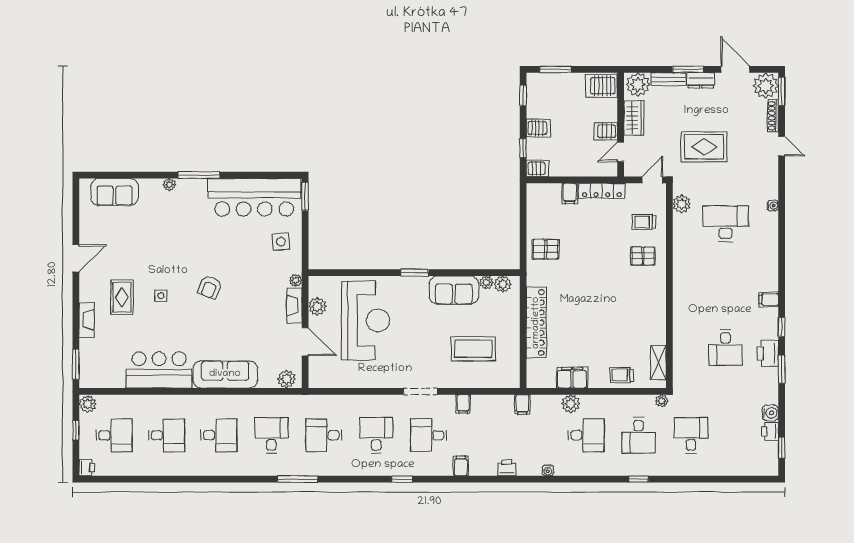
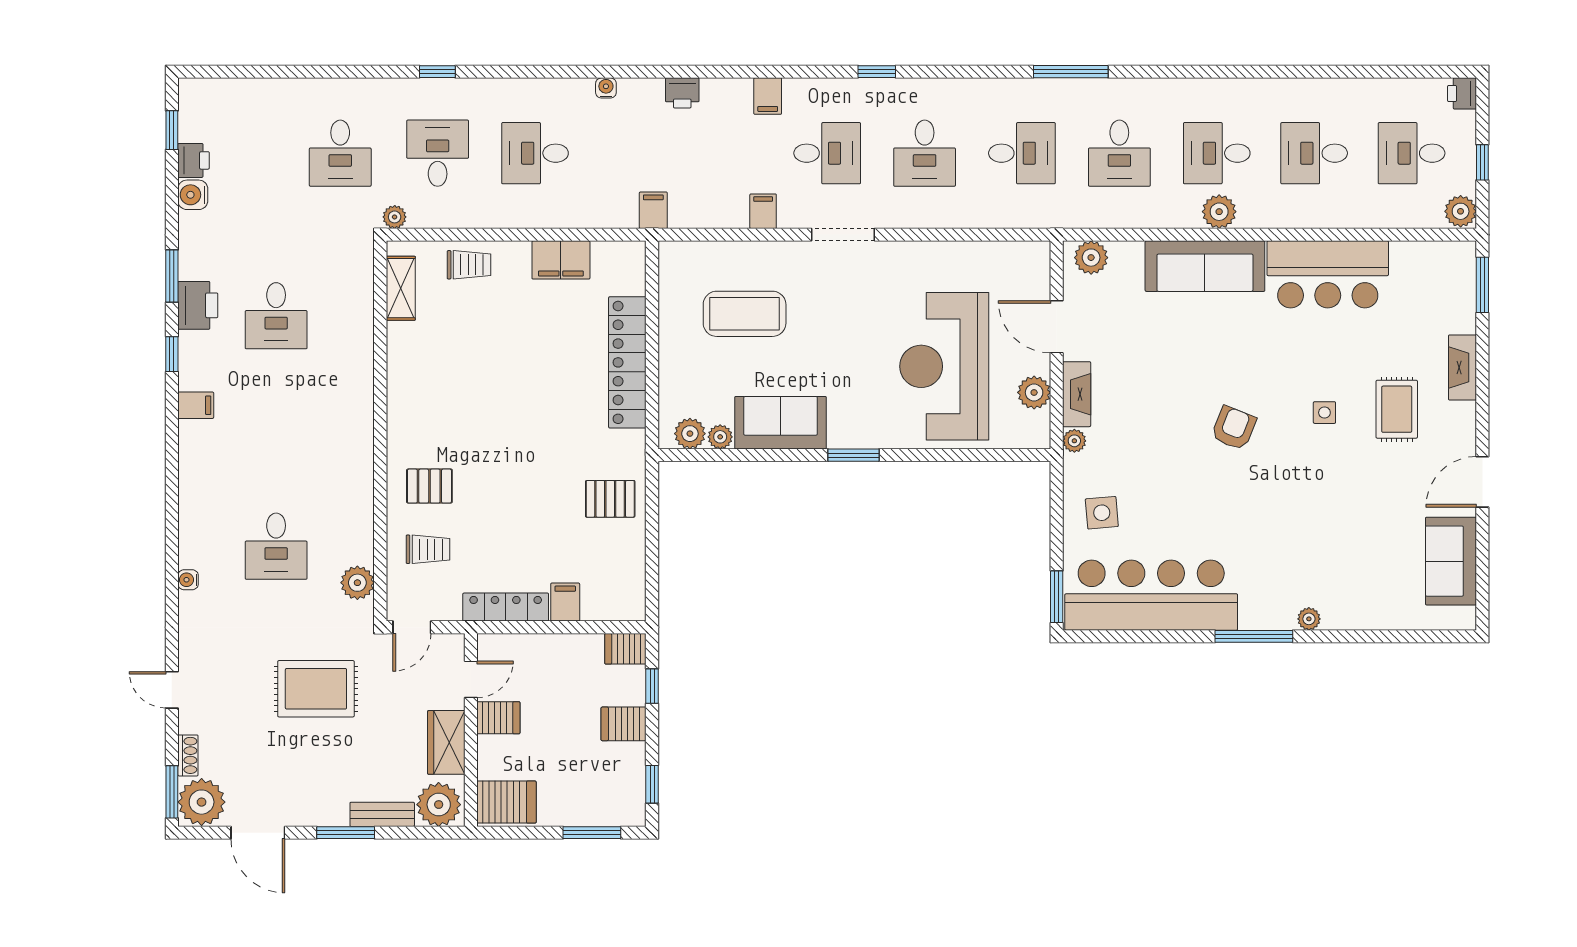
dresser: (701, 80) -> (322, 812), removed
shoe rack: (773, 116) -> (188, 755), width x0.70
sofa: (115, 192) -> (1451, 561), moved, turned -90
desk: (725, 224) -> (276, 546), width x0.73
desk: (725, 348) -> (276, 316), turned 180
plant: (571, 404) -> (1219, 212), moved

